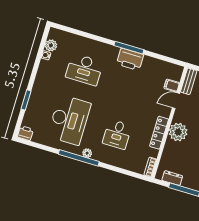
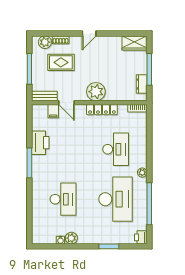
plant: (51, 45) -> (71, 238), moved
printer: (130, 59) -> (40, 143), moved
desk: (69, 120) -> (116, 199), turned 90
desk: (117, 134) -> (116, 149), width x1.37
window: (79, 158) -> (149, 204), moved

